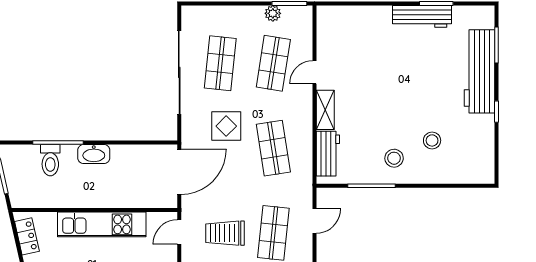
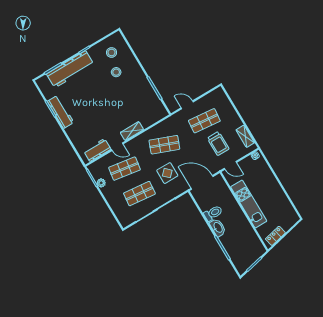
shop shelf: (273, 148) -> (164, 145), turned 30
workbench: (328, 154) -> (97, 150), moved
stool: (394, 158) -> (112, 52), moved
toilet: (50, 160) -> (213, 213), moved

